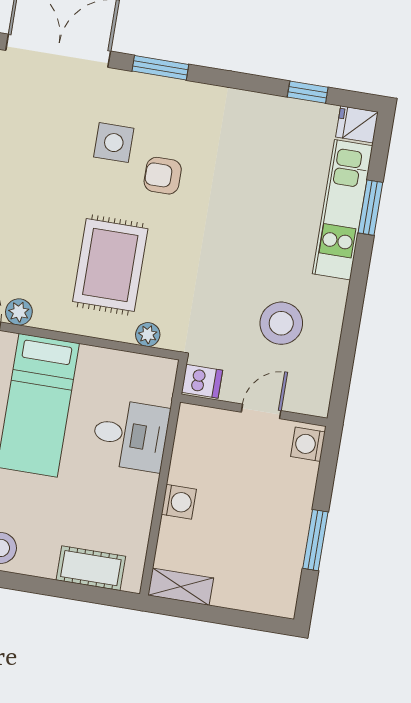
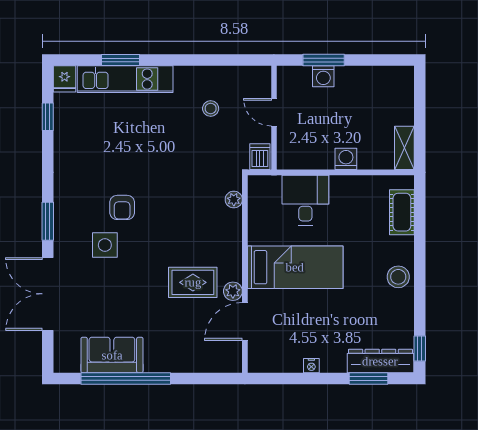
rug: (110, 265) -> (193, 282), moved, width x0.73, depth x0.70
stool: (281, 323) -> (211, 108), width x0.53, depth x0.53
washing machine: (308, 444) -> (323, 76), moved
window: (315, 540) -> (324, 60), moved

